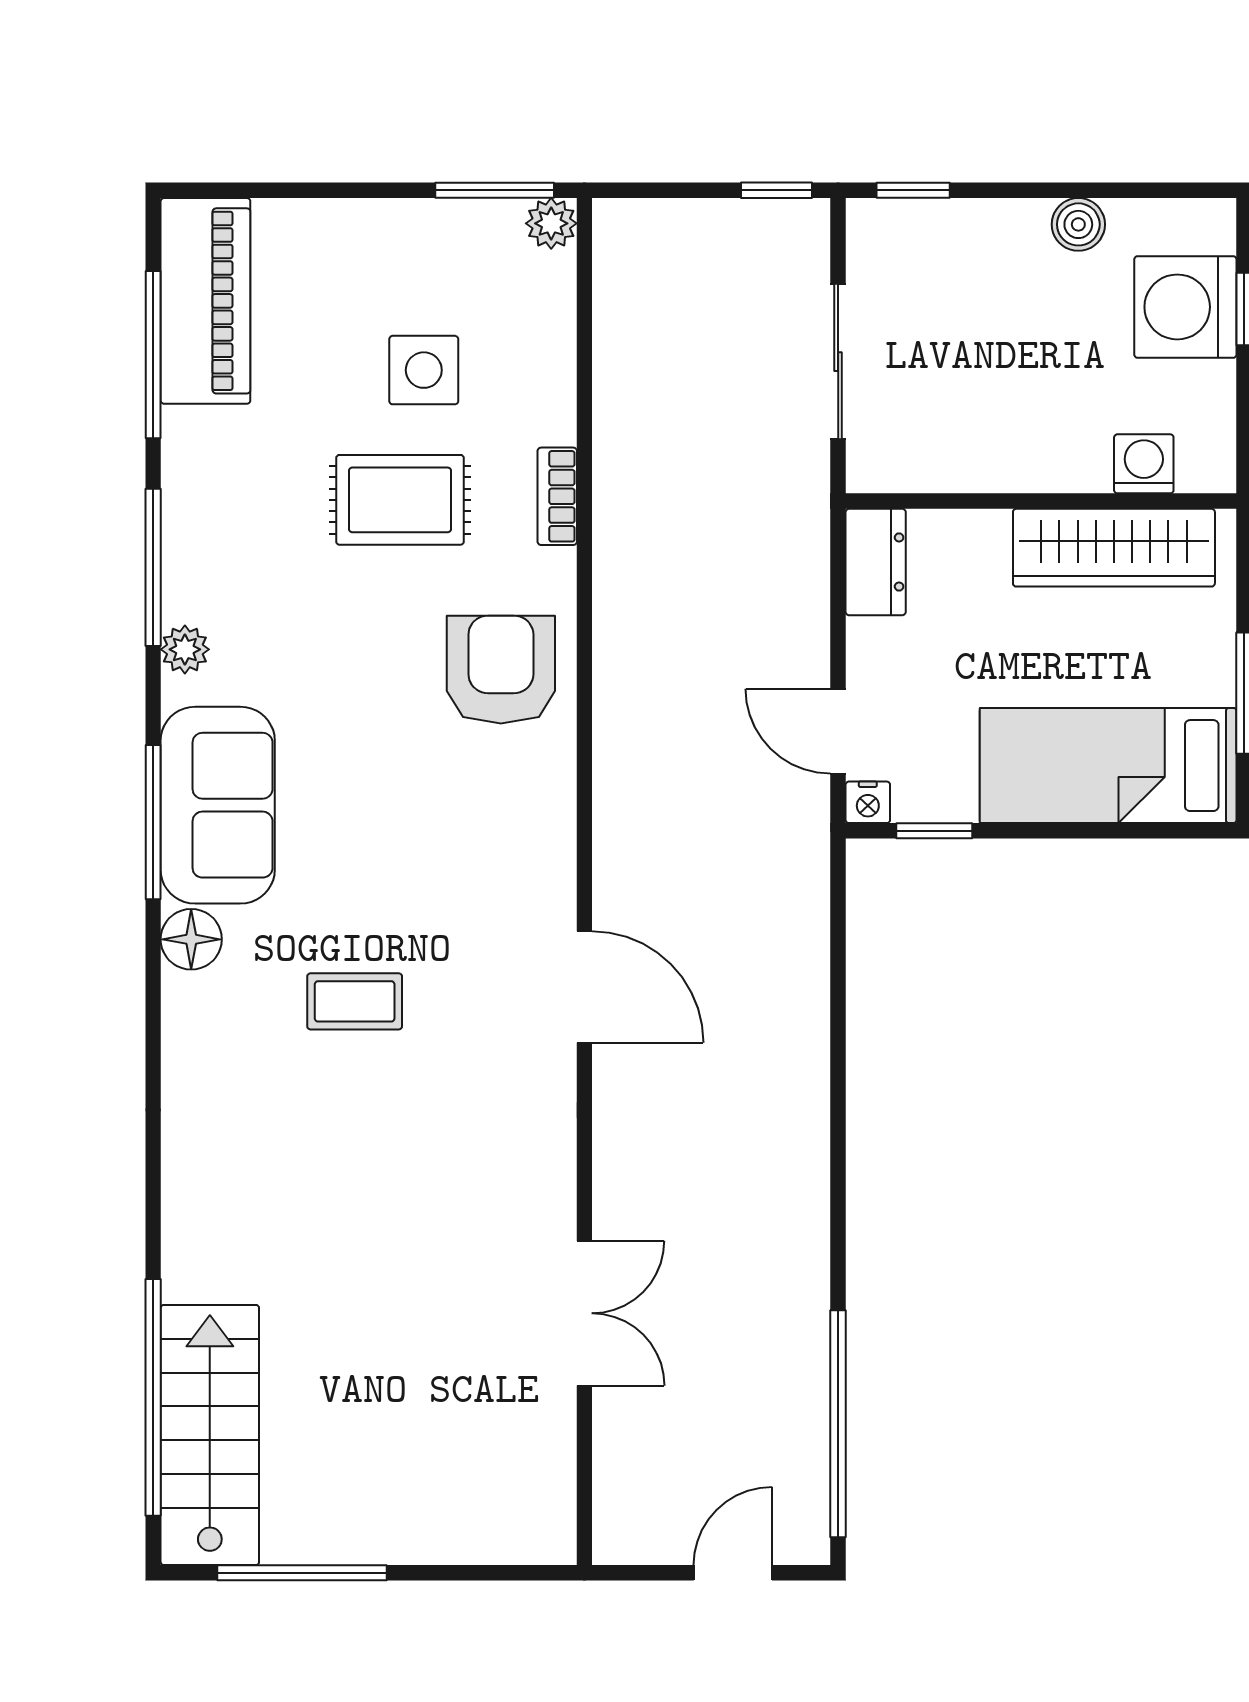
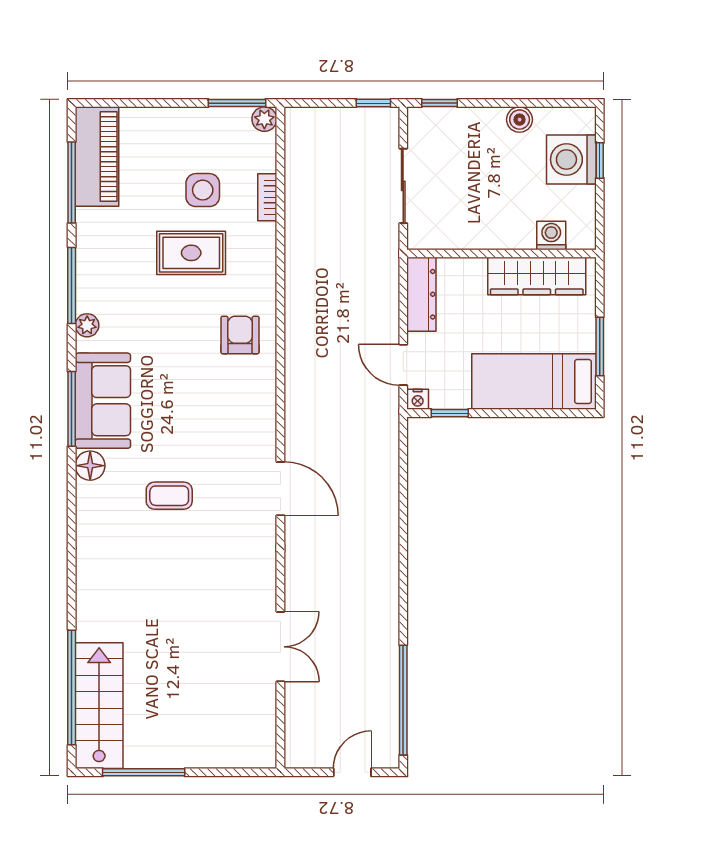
bookcase: (557, 496) -> (267, 197), moved
dresser: (876, 562) -> (421, 294), width x1.44
armchair: (501, 670) -> (240, 335), width x0.72, depth x0.72

